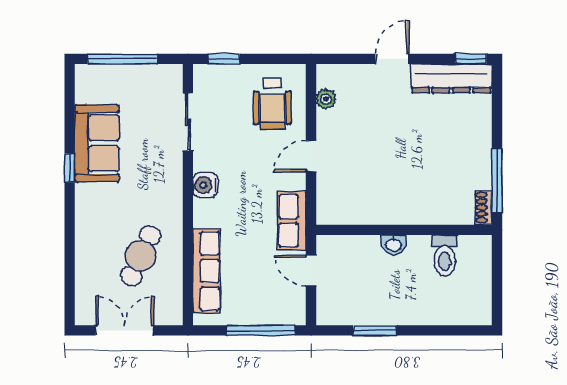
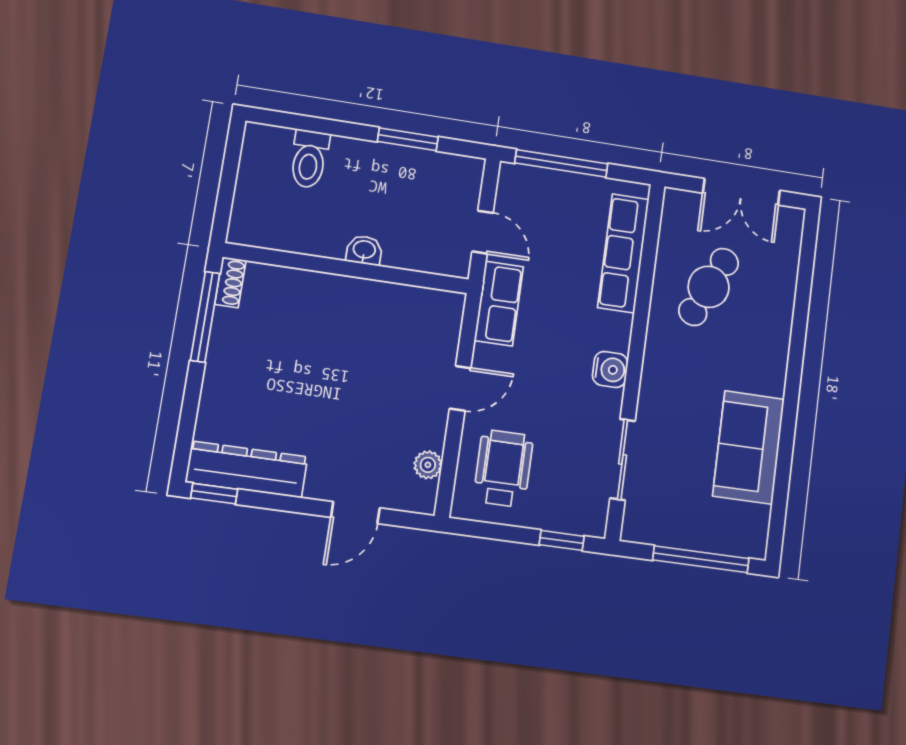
door: (392, 59) -> (355, 513), moved
window: (70, 168) -> (789, 419), removed
toilet: (445, 255) -> (309, 159), moved, turned 180

